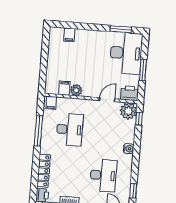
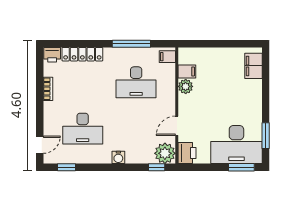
filing cabinet: (69, 35) -> (254, 66), width x2.00
window: (143, 70) -> (241, 167), moved
door: (107, 100) -> (177, 126), swing flipped

